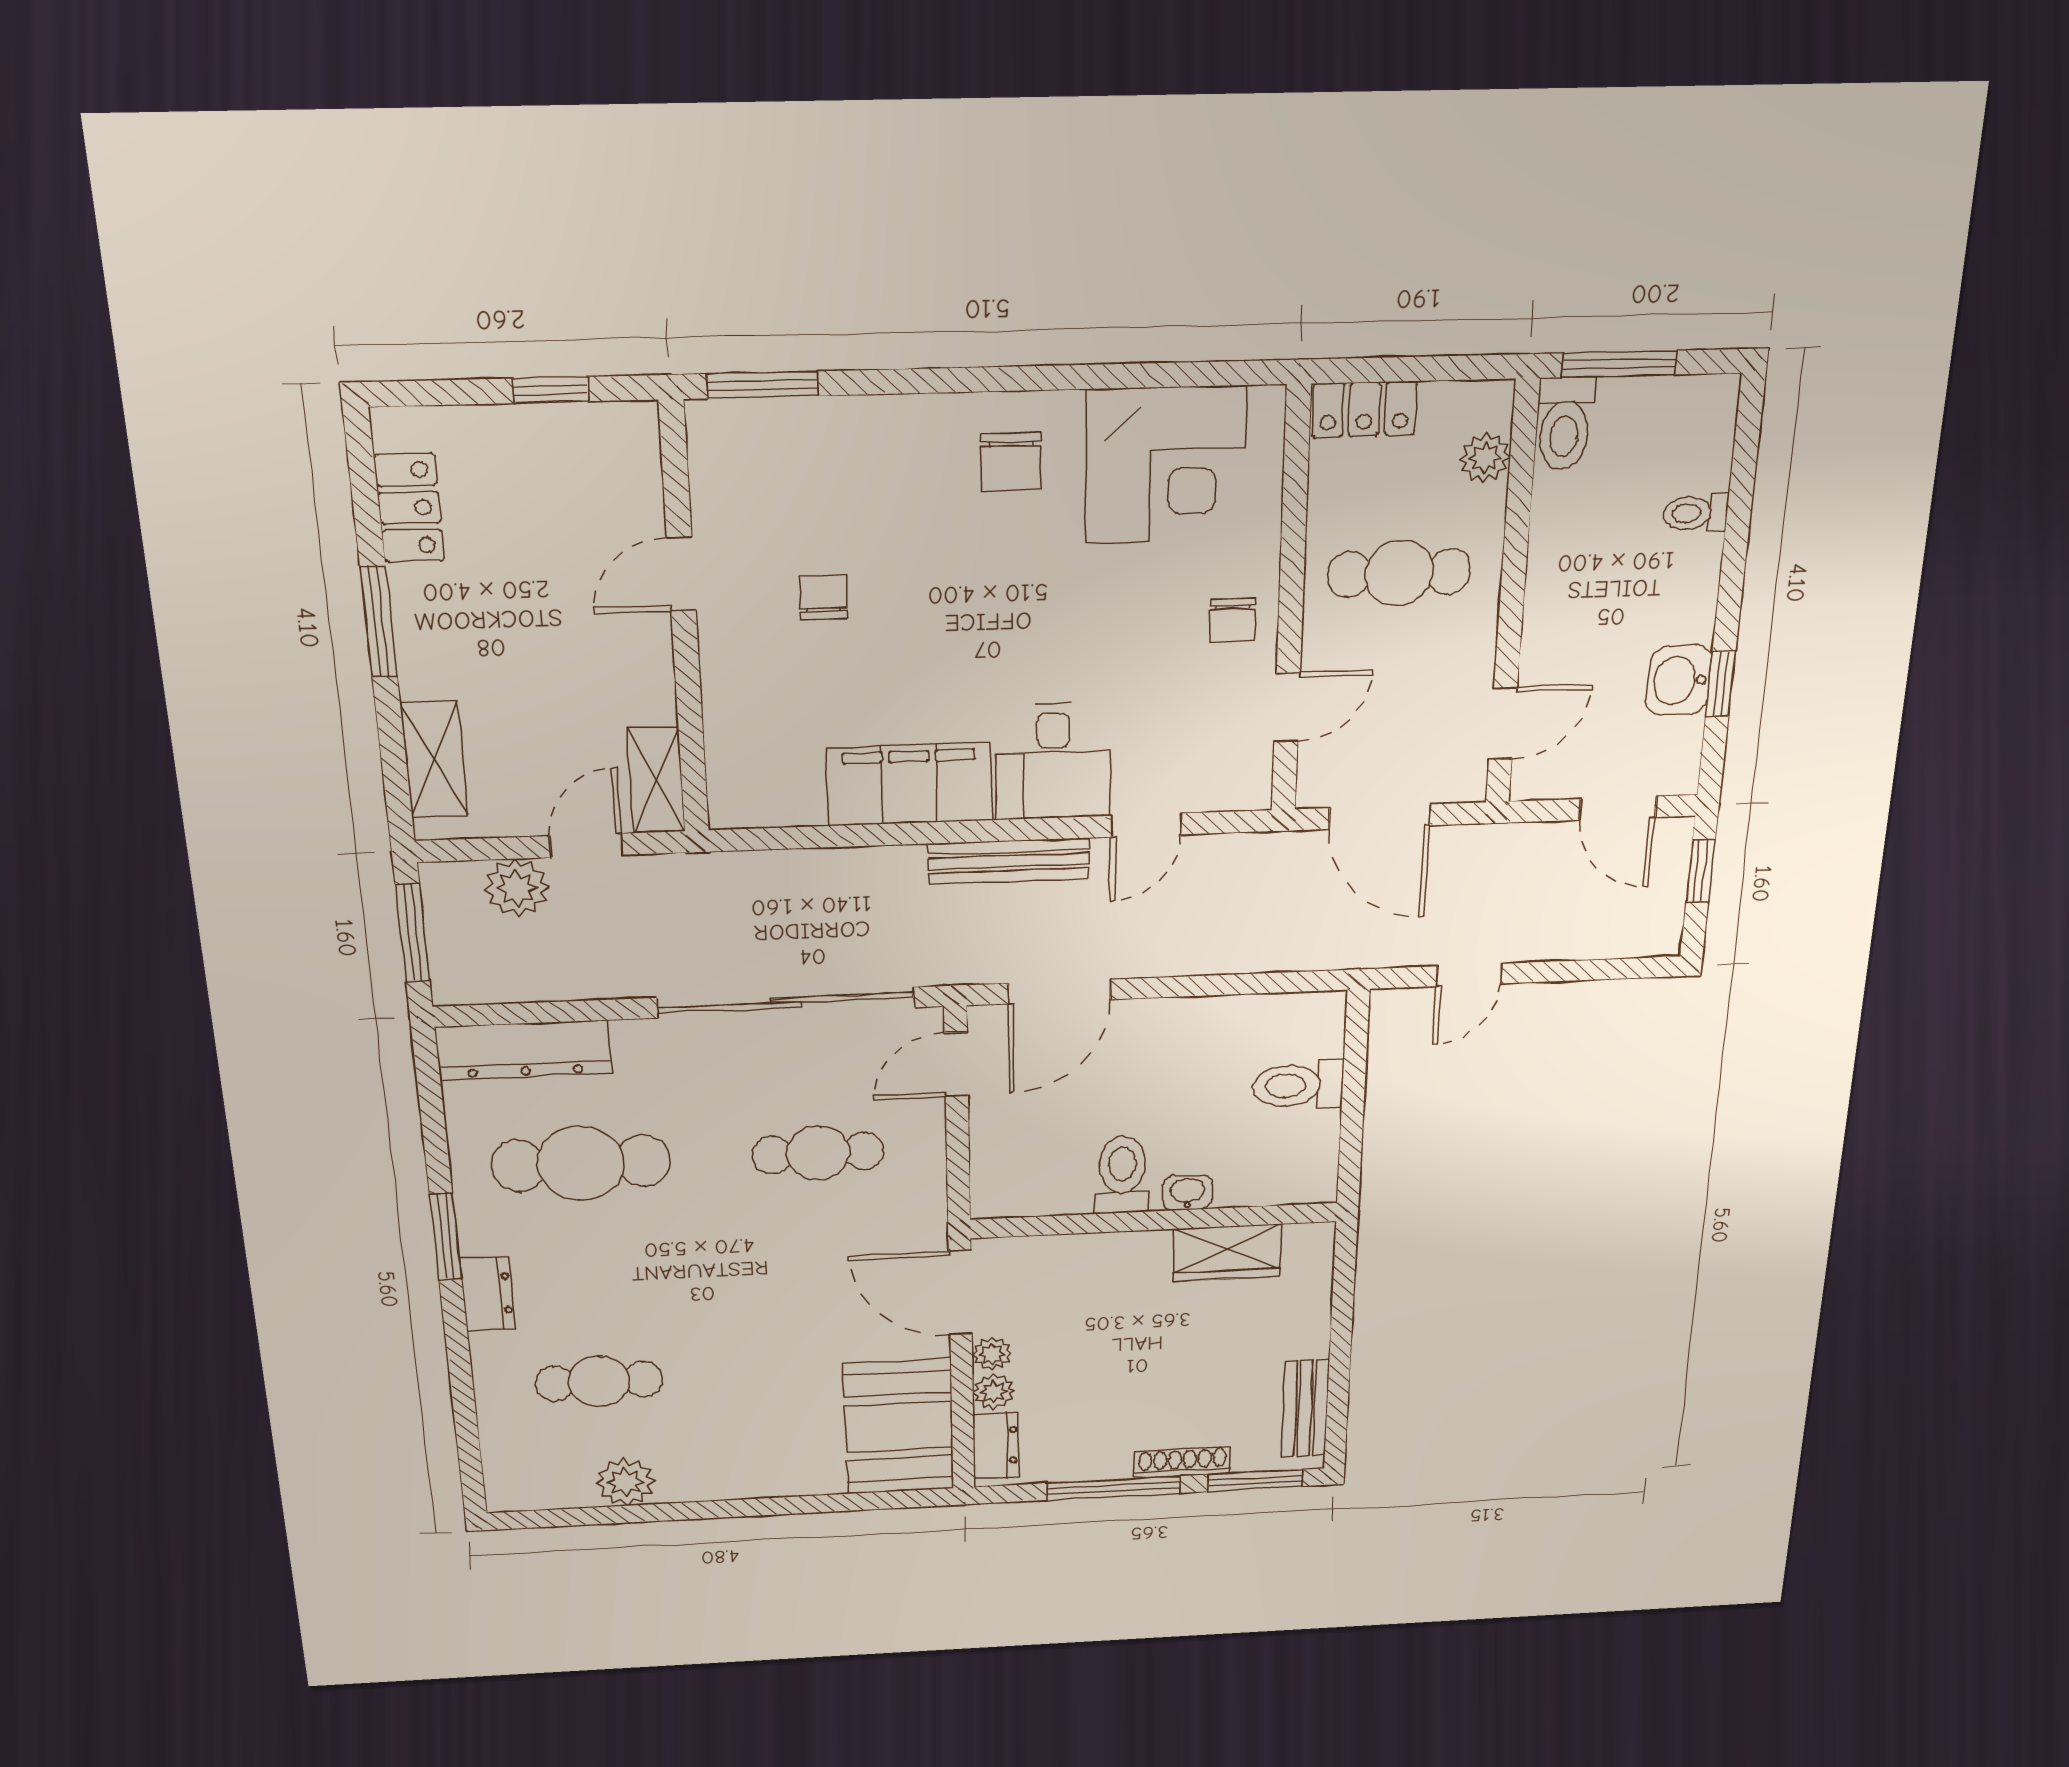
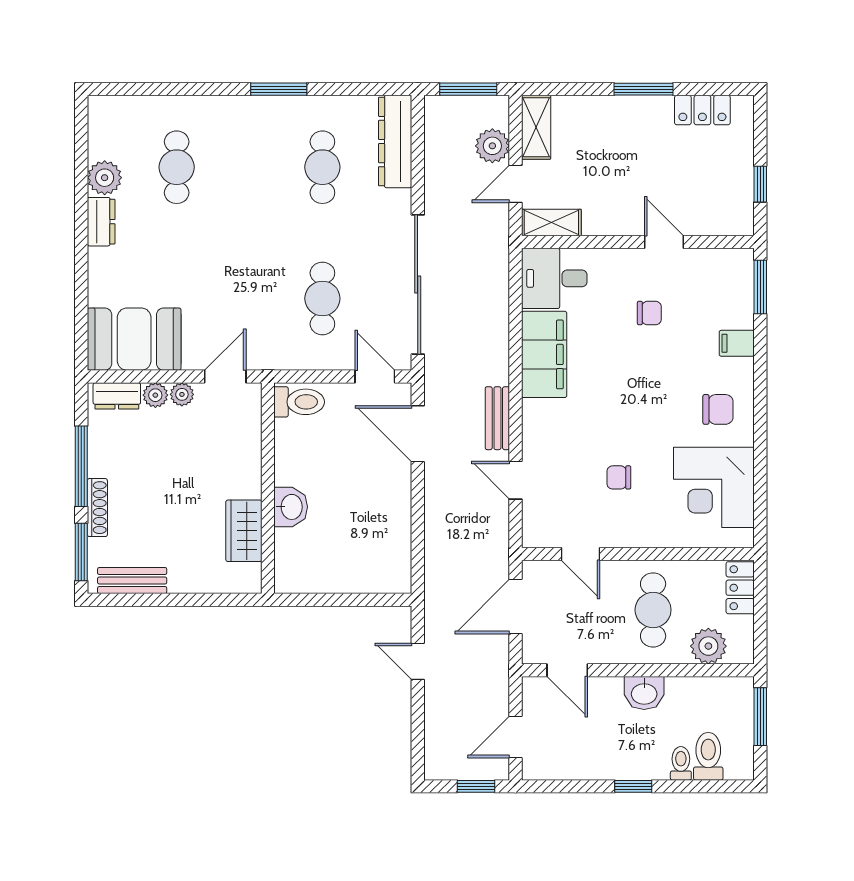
toilet: (1565, 424) -> (708, 756), moved, turned 90
filing cabinet: (878, 428) -> (737, 343), added
plant: (1485, 458) -> (708, 646), width x1.38, depth x1.38
chair: (1011, 462) -> (718, 409), turned 180
chair: (1232, 620) -> (619, 477), moved
washbasin: (1679, 680) -> (644, 693), moved, turned 180
window: (1721, 684) -> (633, 786), moved
shelving: (434, 759) -> (536, 127), moved, turned 90
desk: (1053, 761) -> (554, 278), moved
door: (586, 845) -> (516, 184), swing flipped
bench: (1009, 861) -> (497, 418), width x0.73
toilet: (1298, 1085) -> (352, 568), removed
cafe table: (581, 1163) -> (322, 167), width x0.73, depth x0.74
toilet: (1122, 1175) -> (299, 402), moved
washbasin: (1187, 1193) -> (291, 507), width x1.38, depth x1.45
door: (960, 1293) -> (225, 377), width x0.73
dresser: (488, 1294) -> (101, 222), moved, turned -90

